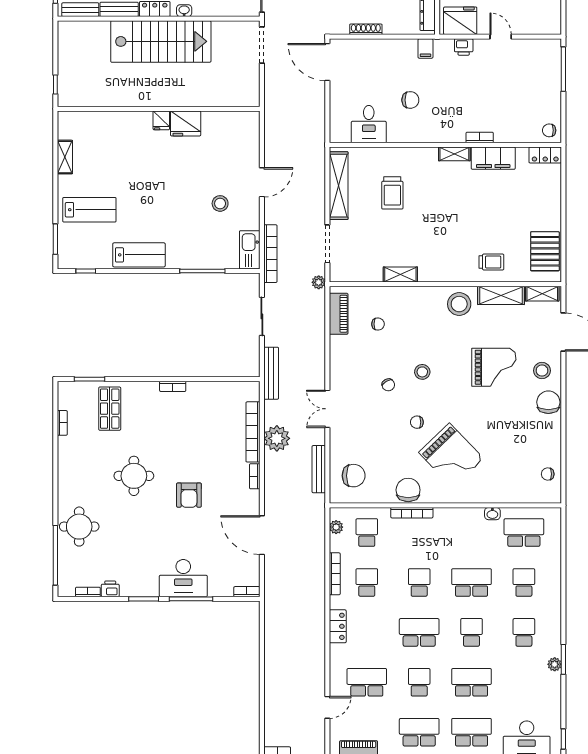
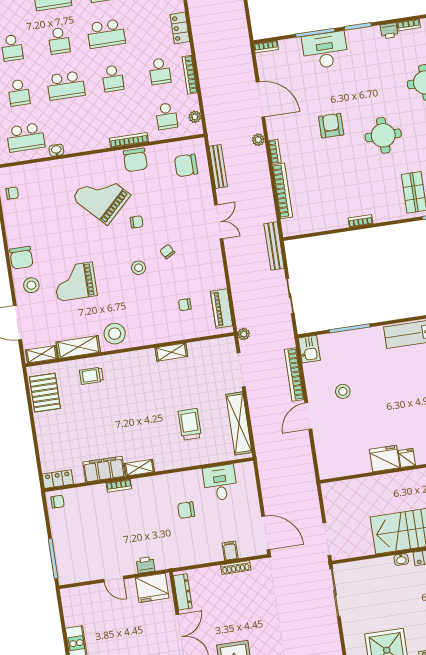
filing cabinet: (425, 48) -> (230, 551), moved
kitchen sink: (250, 250) -> (309, 349), width x0.73
bookcase: (270, 254) -> (294, 374), moved
plant: (277, 438) -> (258, 140), moved, width x0.53, depth x0.53

